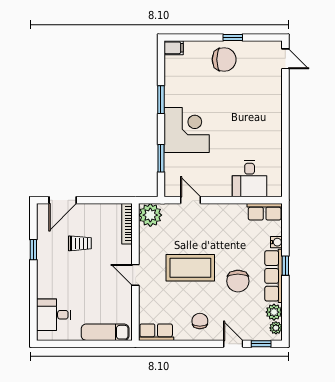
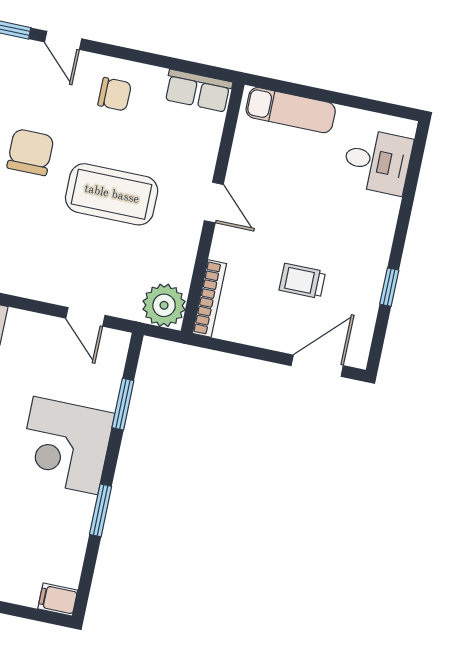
chair: (200, 321) -> (115, 94), turned -90

